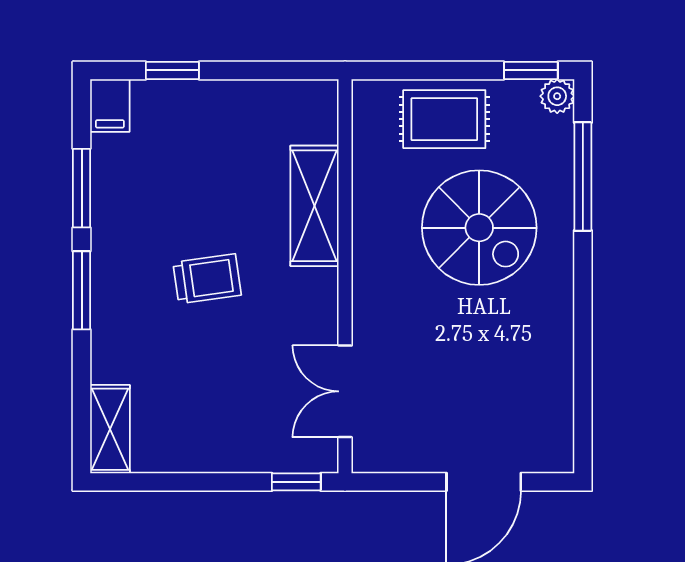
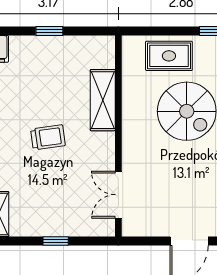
window: (172, 70) -> (49, 31), moved
window: (296, 482) -> (56, 241), moved

